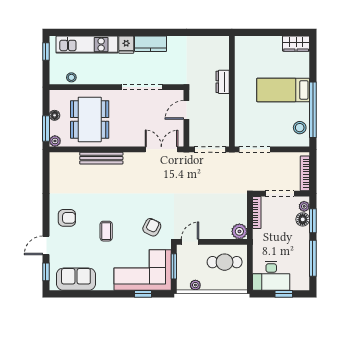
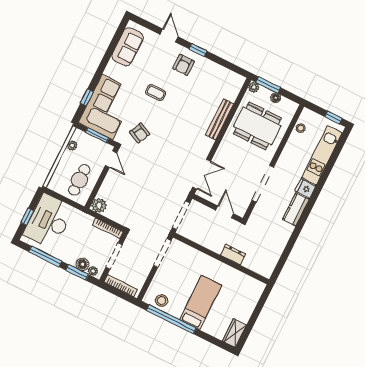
window: (46, 272) -> (198, 50), moved
desk: (271, 276) -> (49, 221), width x1.36, depth x1.30

